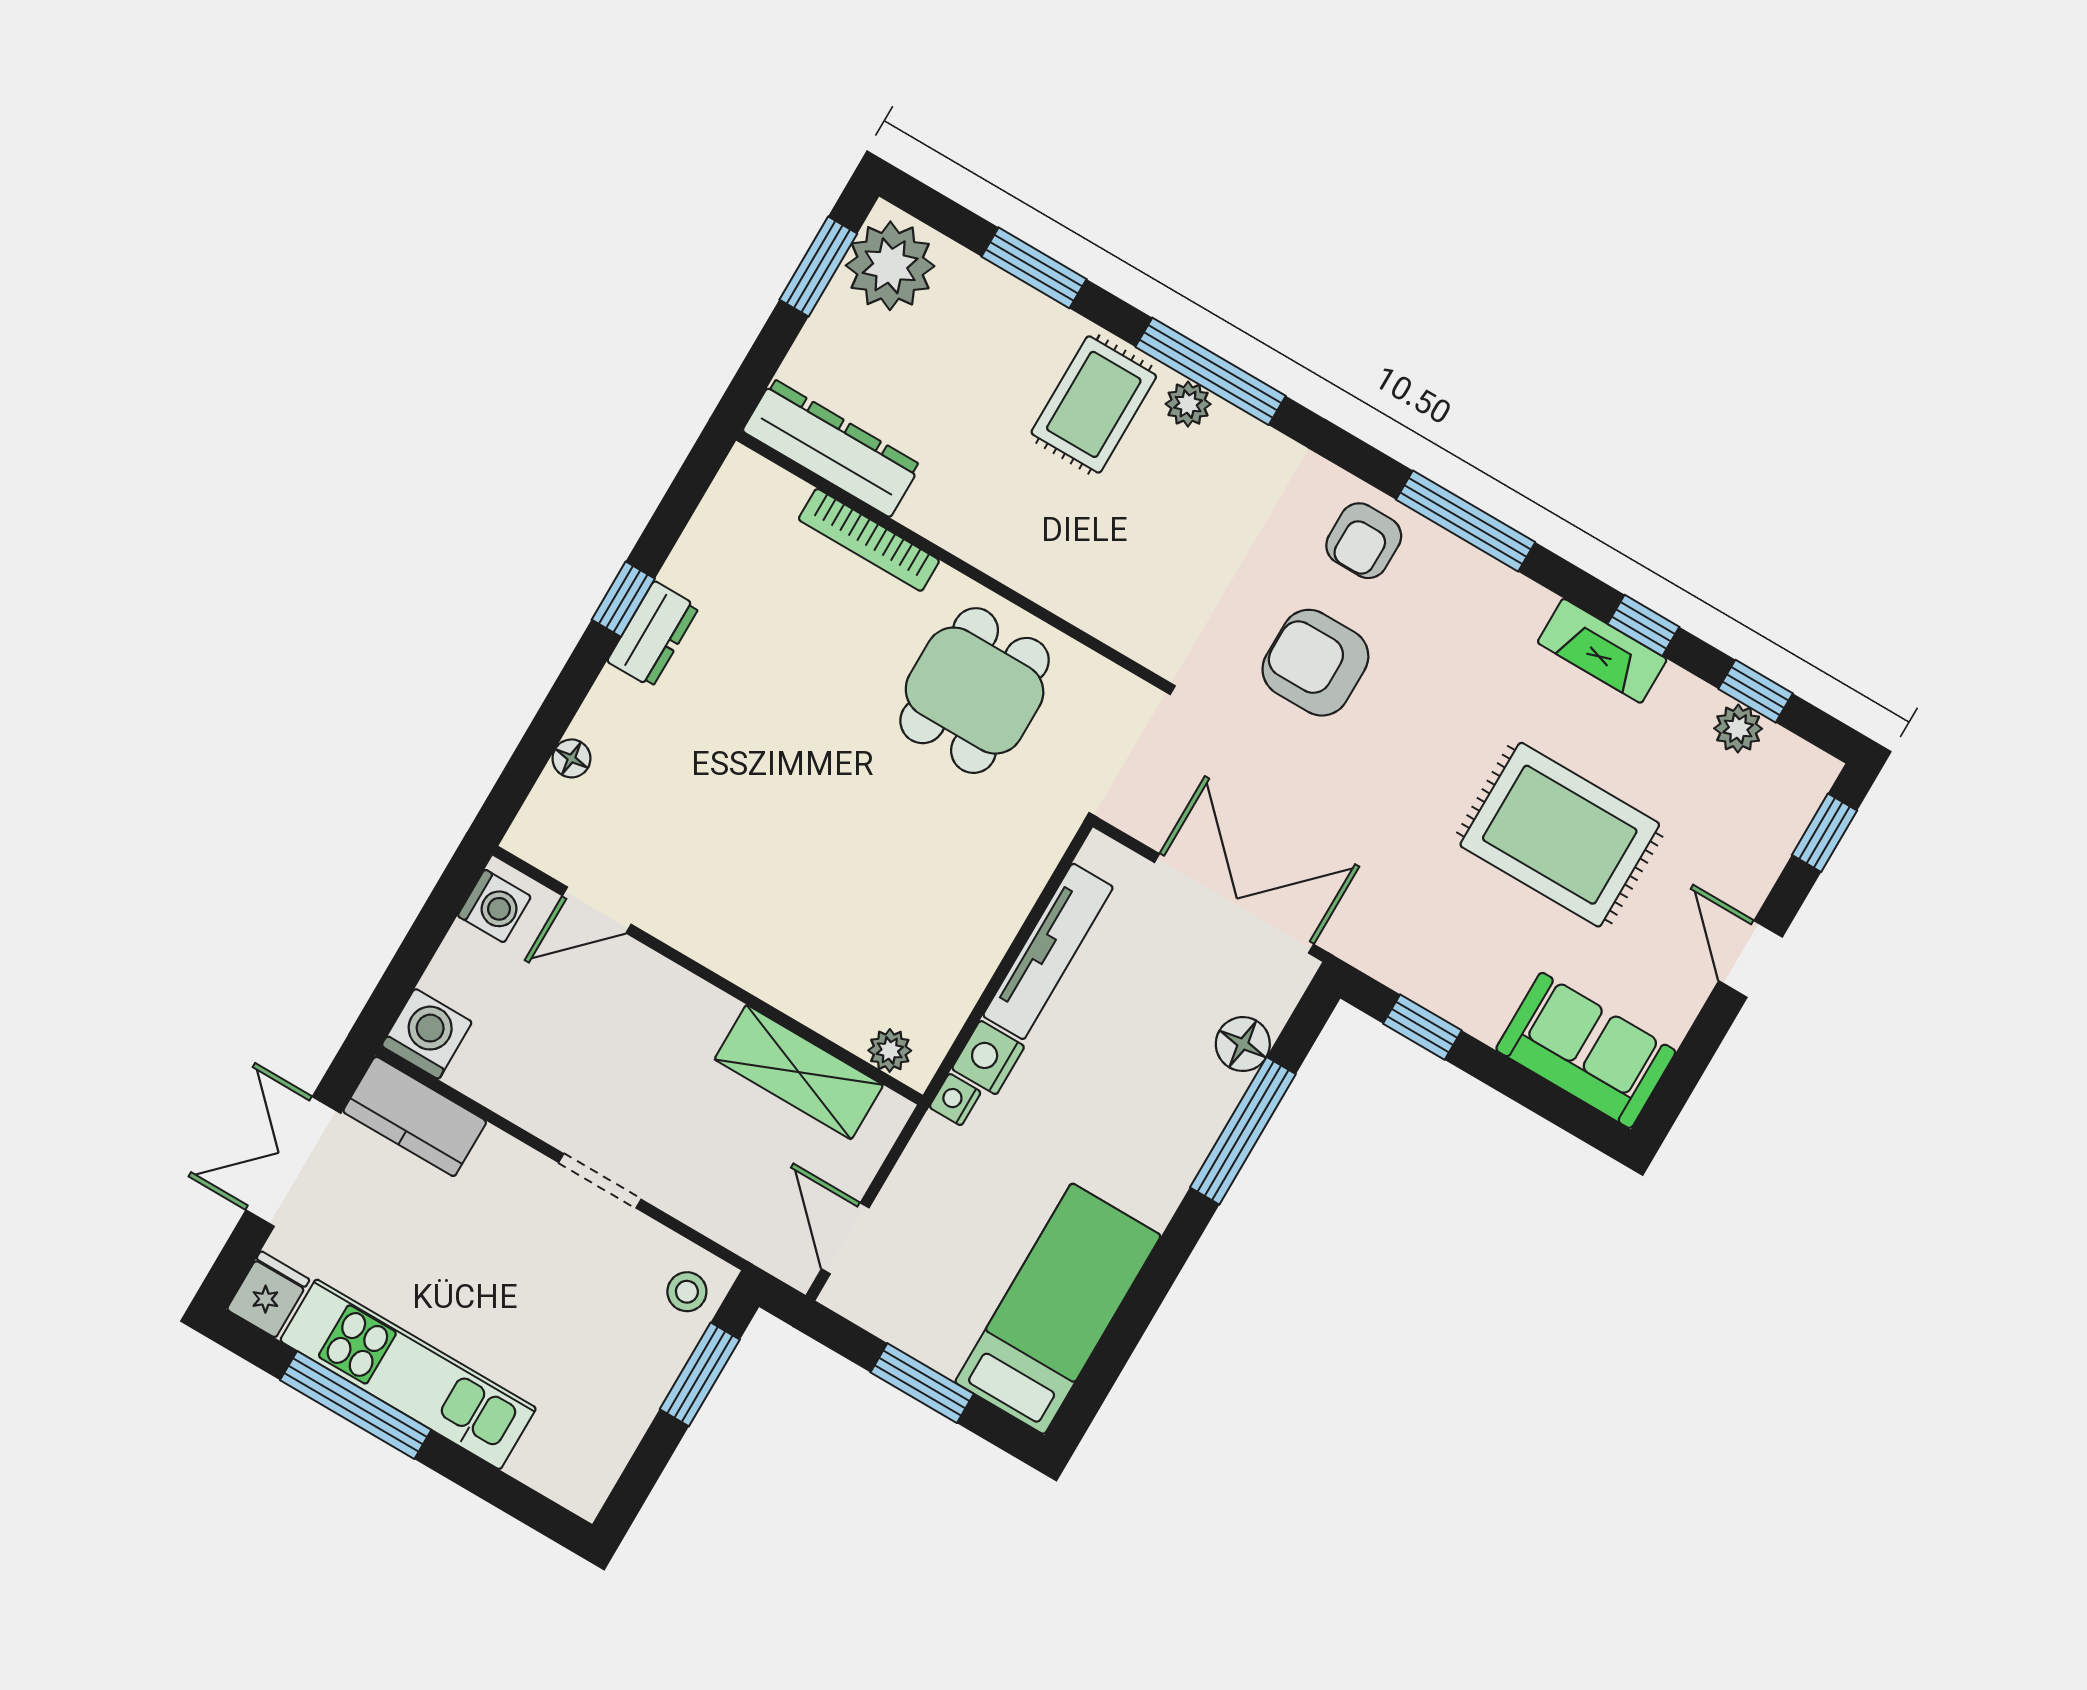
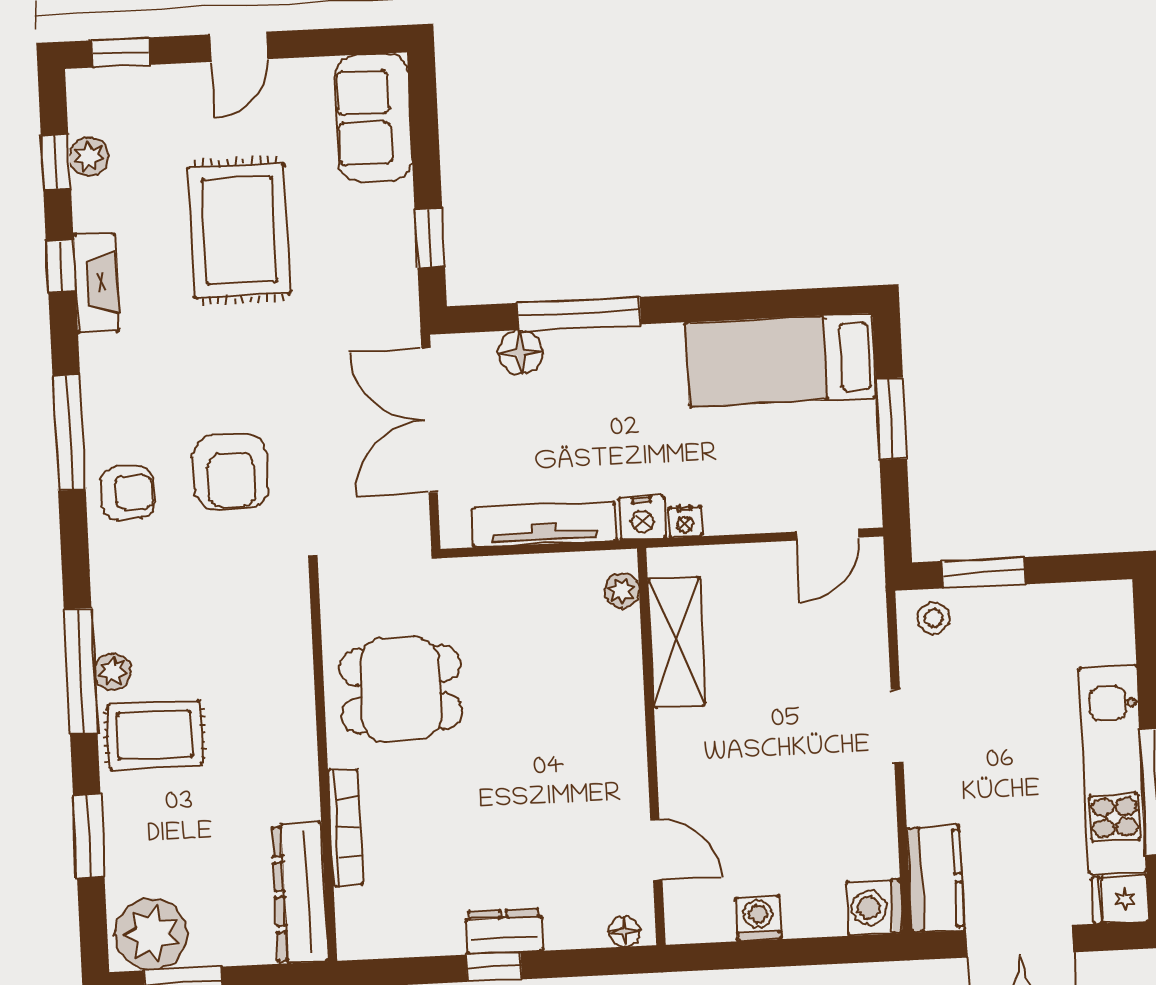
door: (597, 910) -> (656, 850), moved
wall: (708, 975) -> (651, 747), moved
plant: (890, 1050) -> (622, 590), moved
shelving: (799, 1072) -> (677, 642), moved

